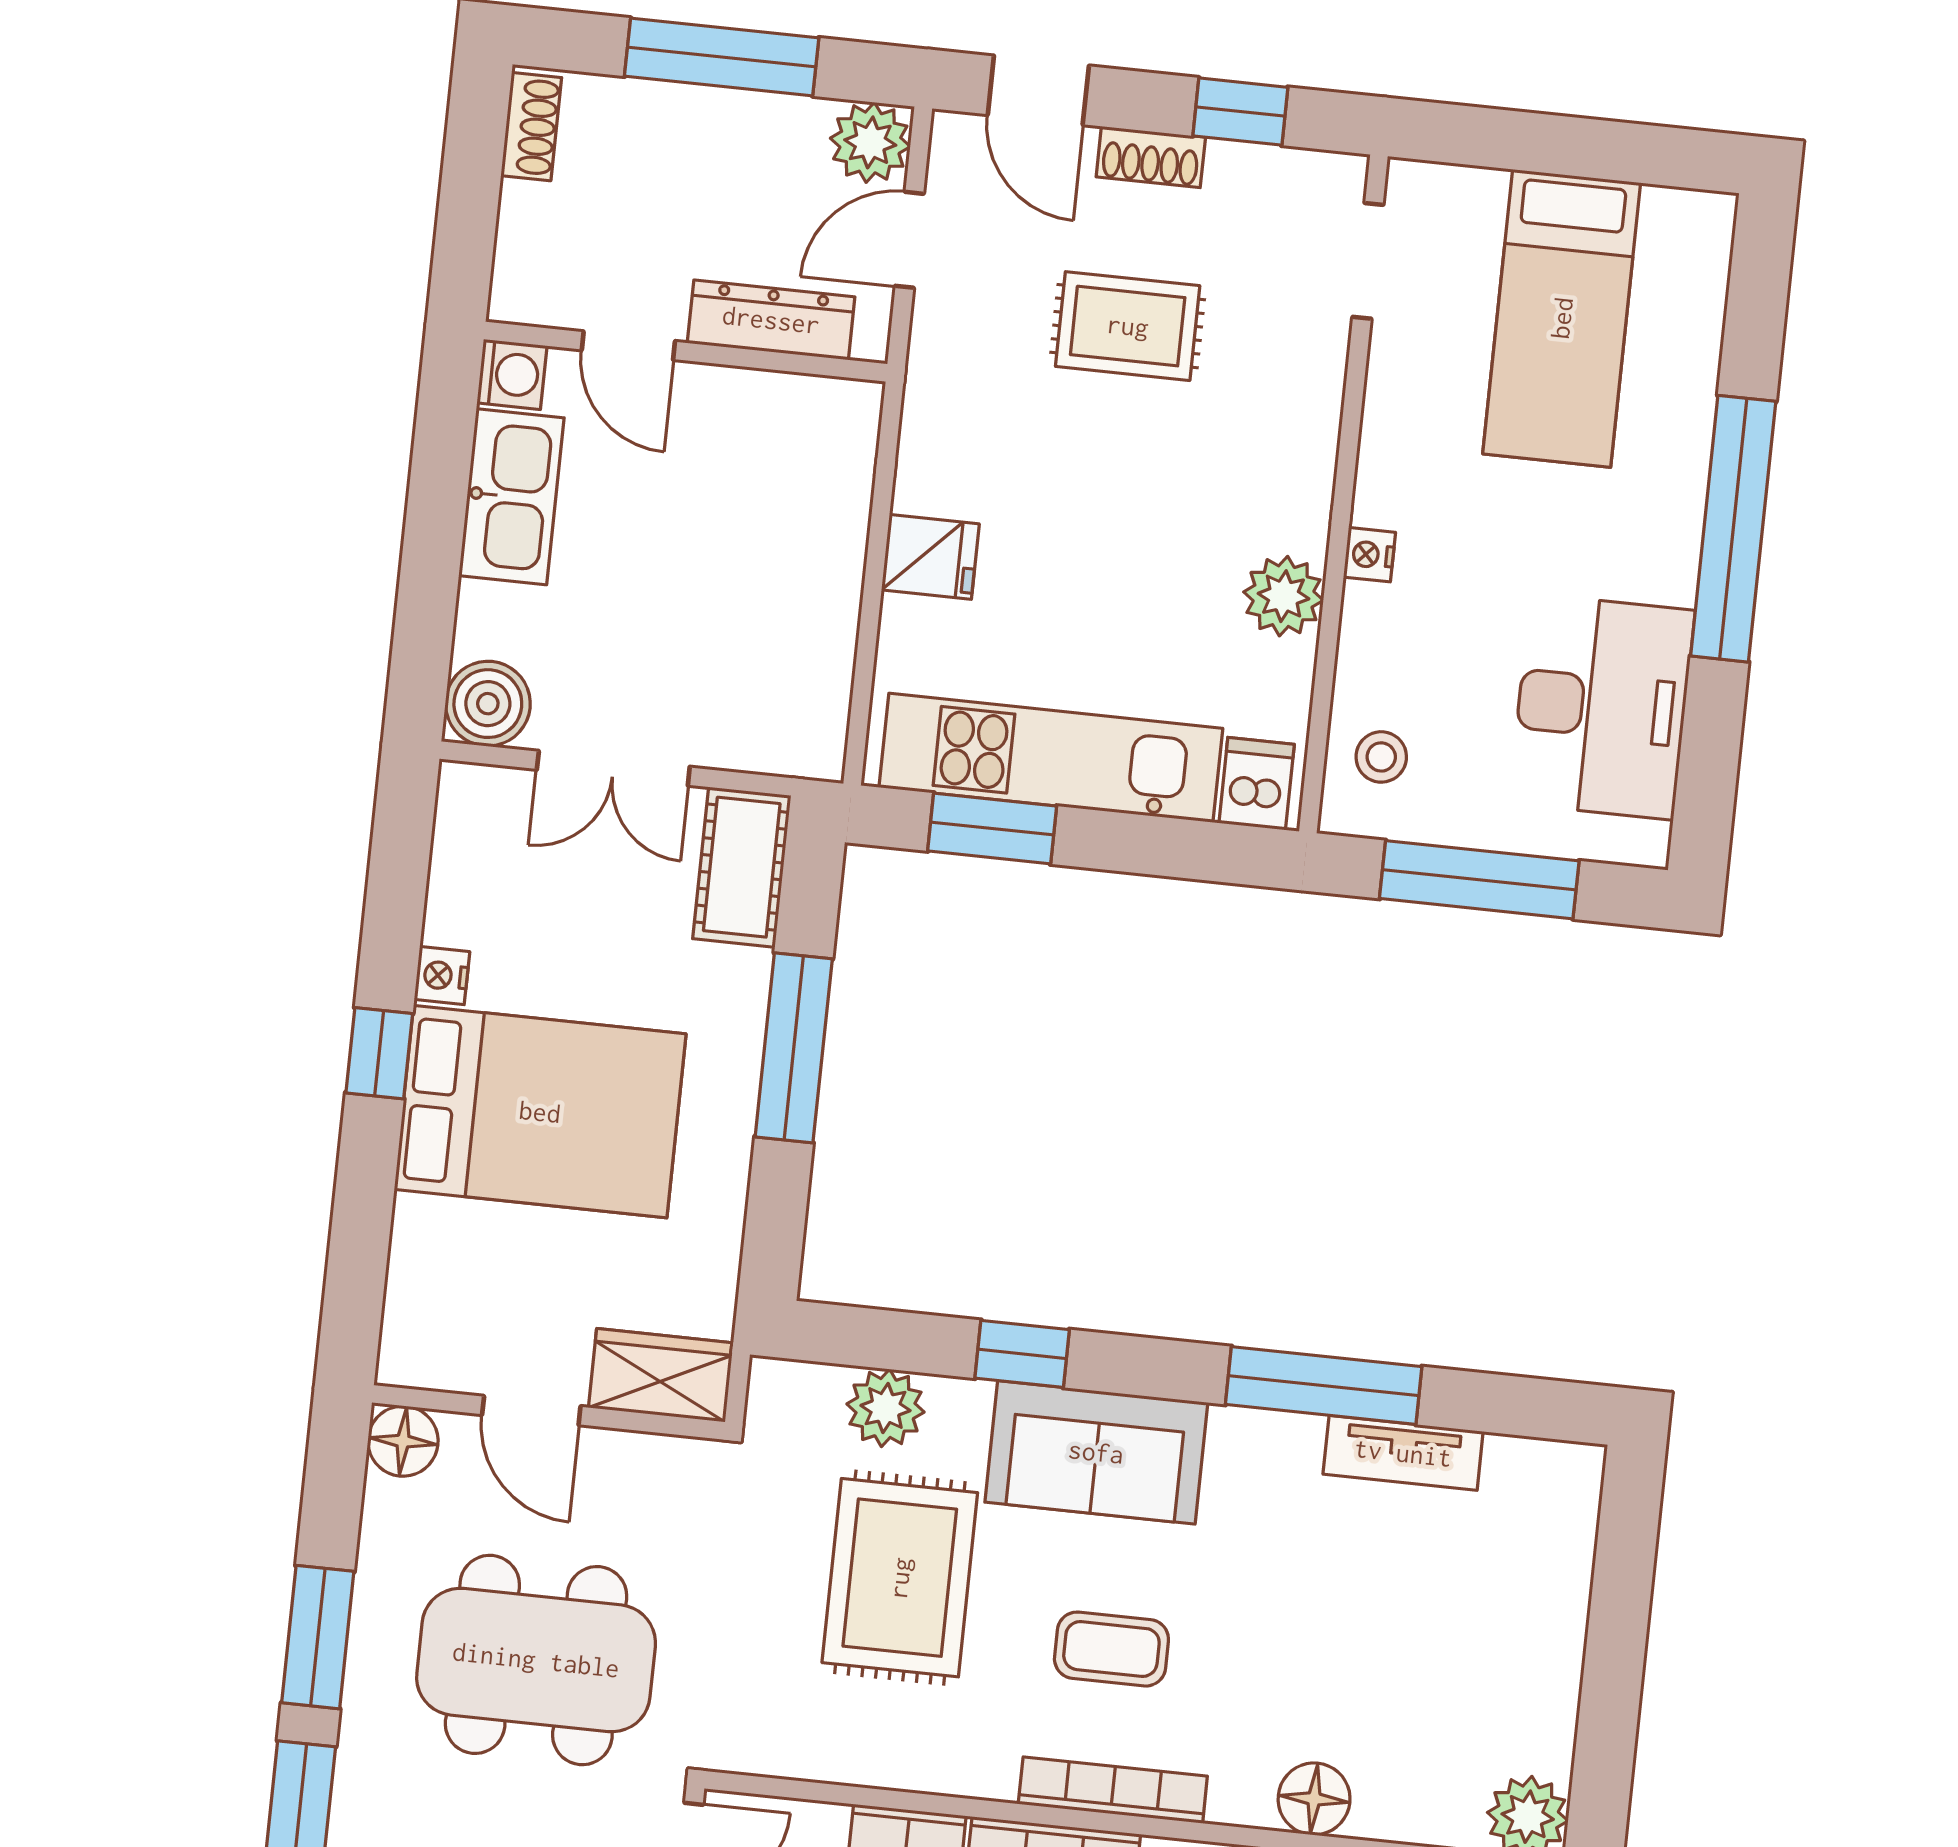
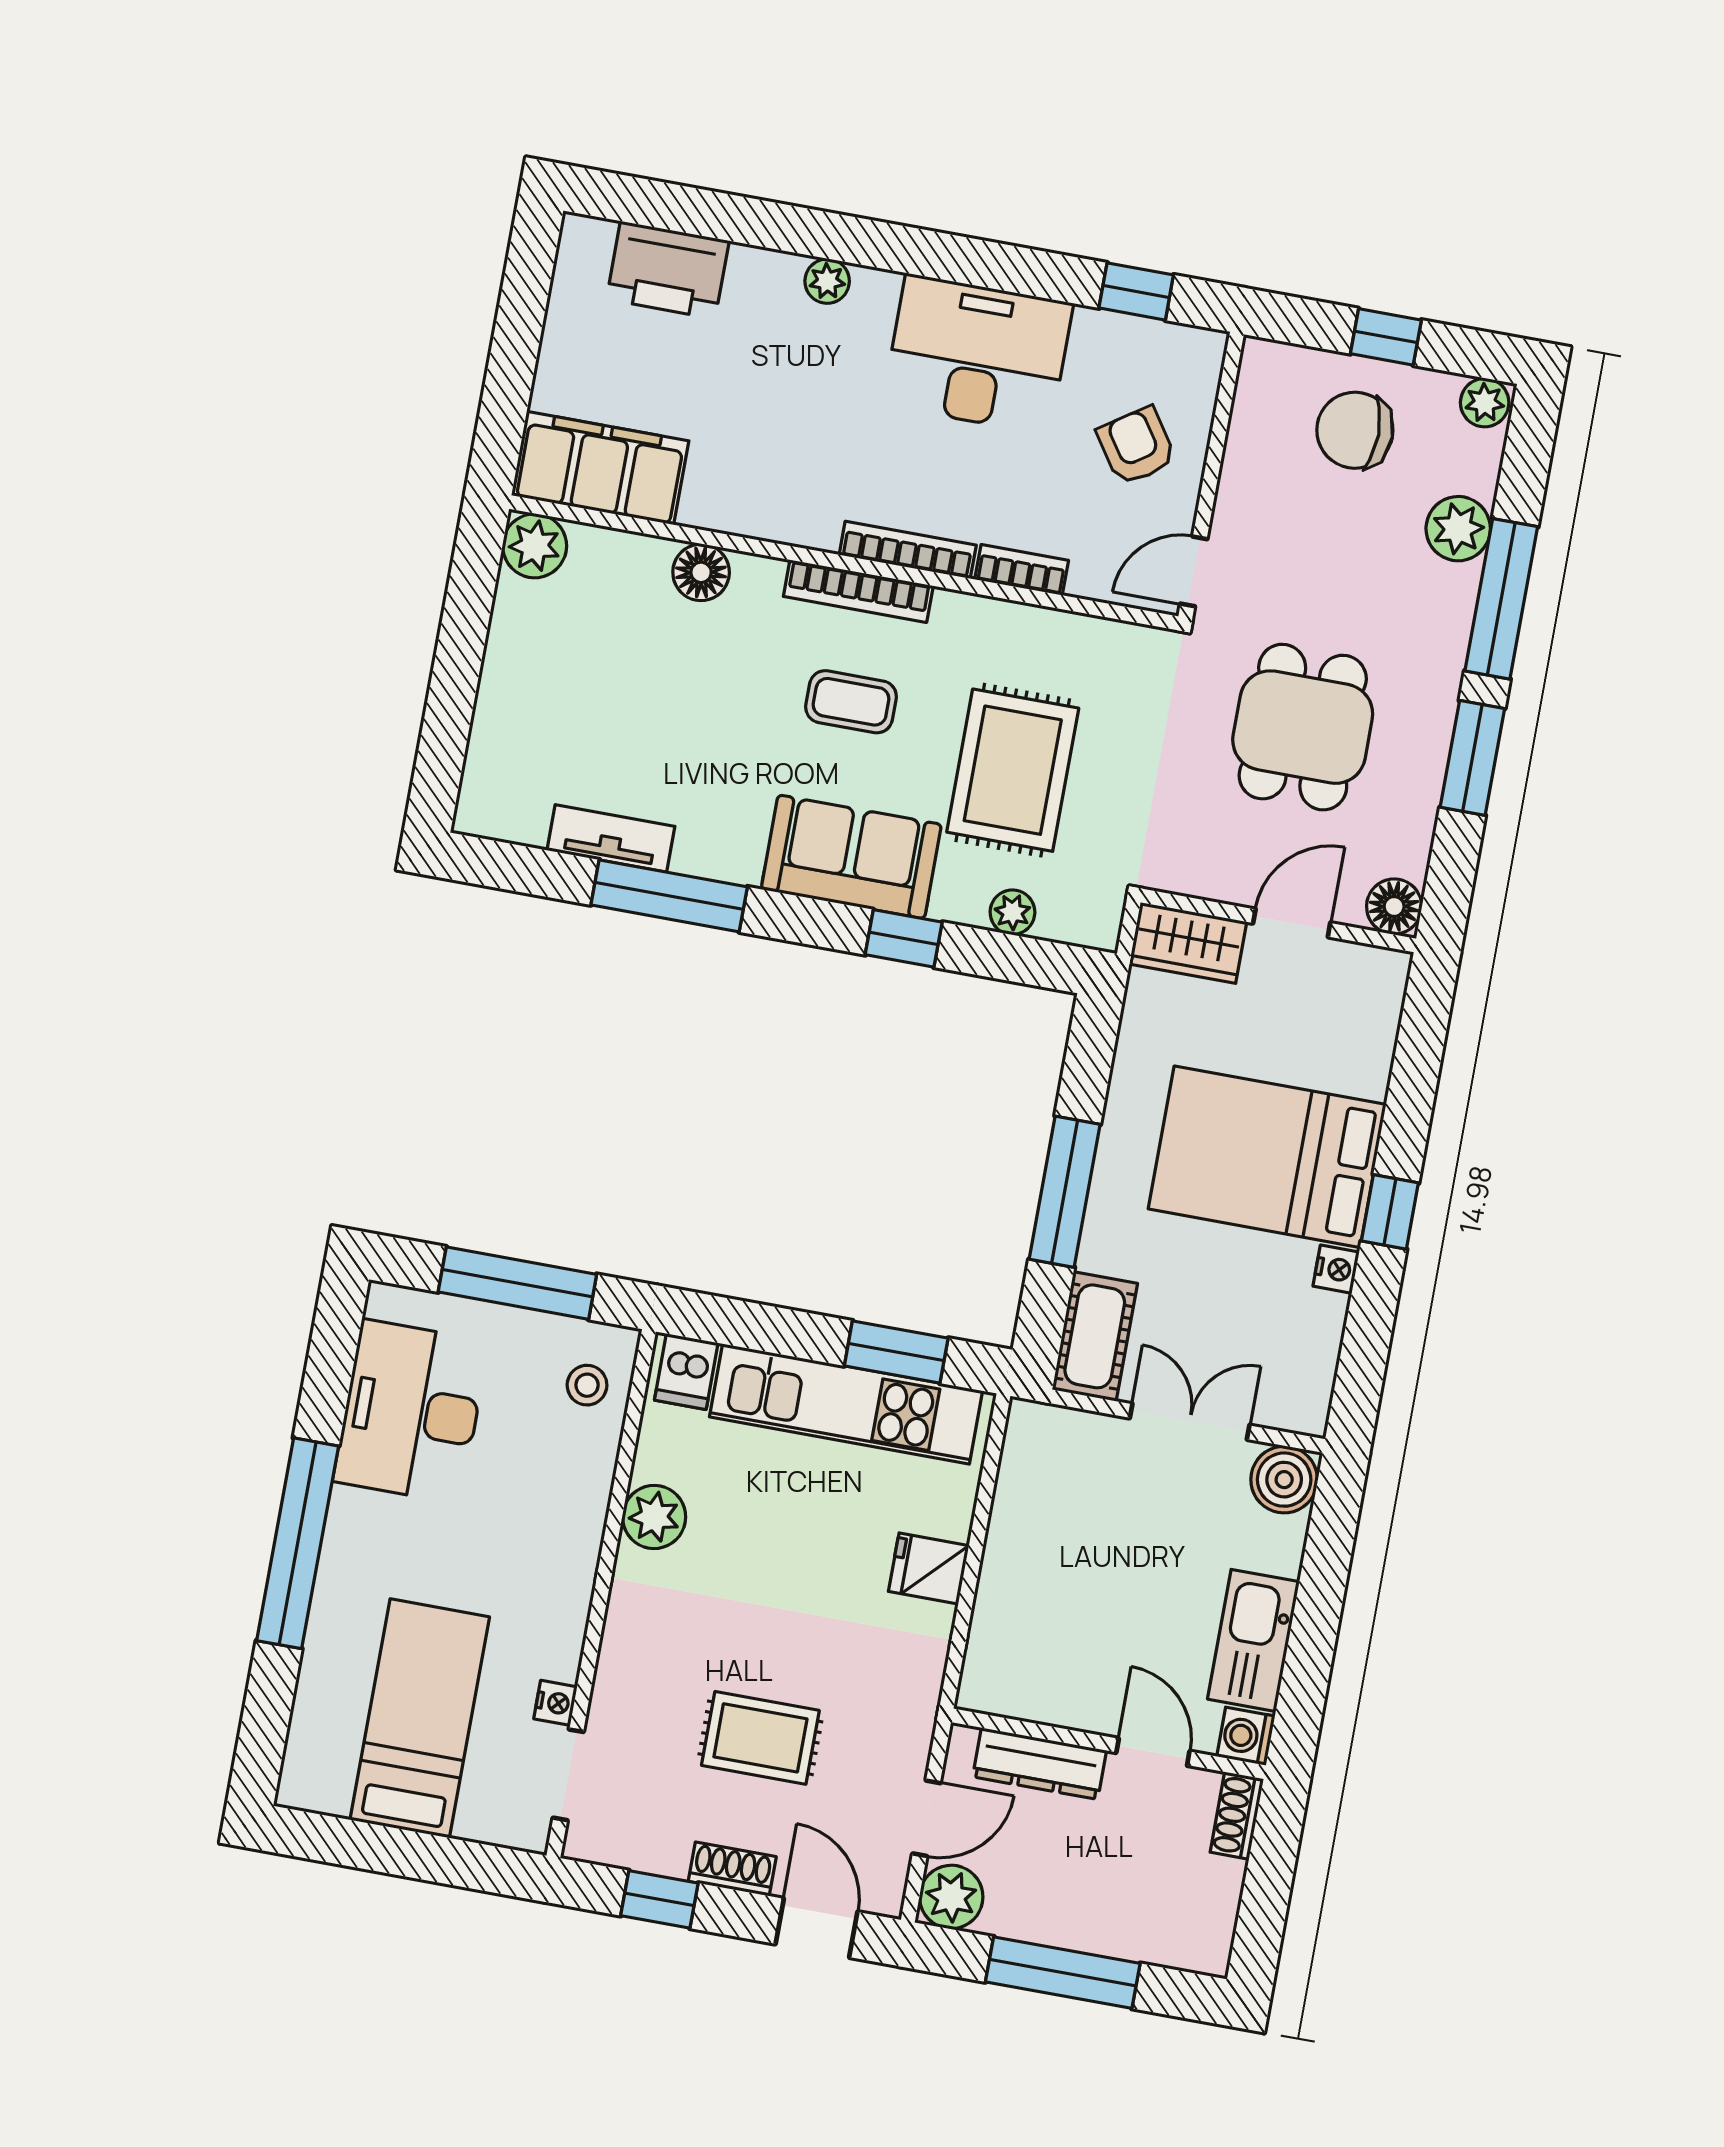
shoe rack: (531, 127) -> (1237, 1816), moved
nightstand: (1370, 555) -> (555, 1703), moved
plant: (886, 1408) -> (1012, 912), width x0.73, depth x0.73
door: (531, 1411) -> (1292, 923), hinge flipped
dining table: (536, 1660) -> (1303, 727), width x0.73

